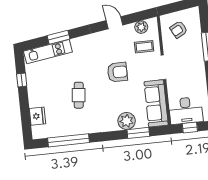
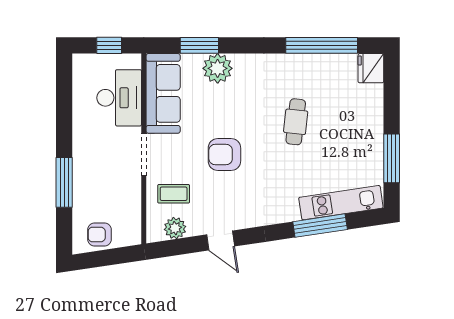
armchair: (179, 29) -> (99, 234), moved, turned -152
window: (59, 37) -> (320, 226), width x1.44
window: (22, 80) -> (392, 158), width x2.17
desk: (186, 111) -> (119, 98), moved, turned 90
fridge: (37, 116) -> (371, 68), moved

